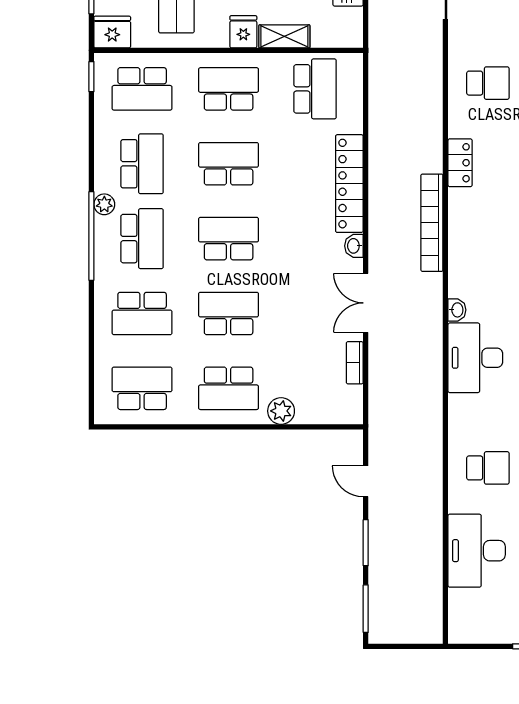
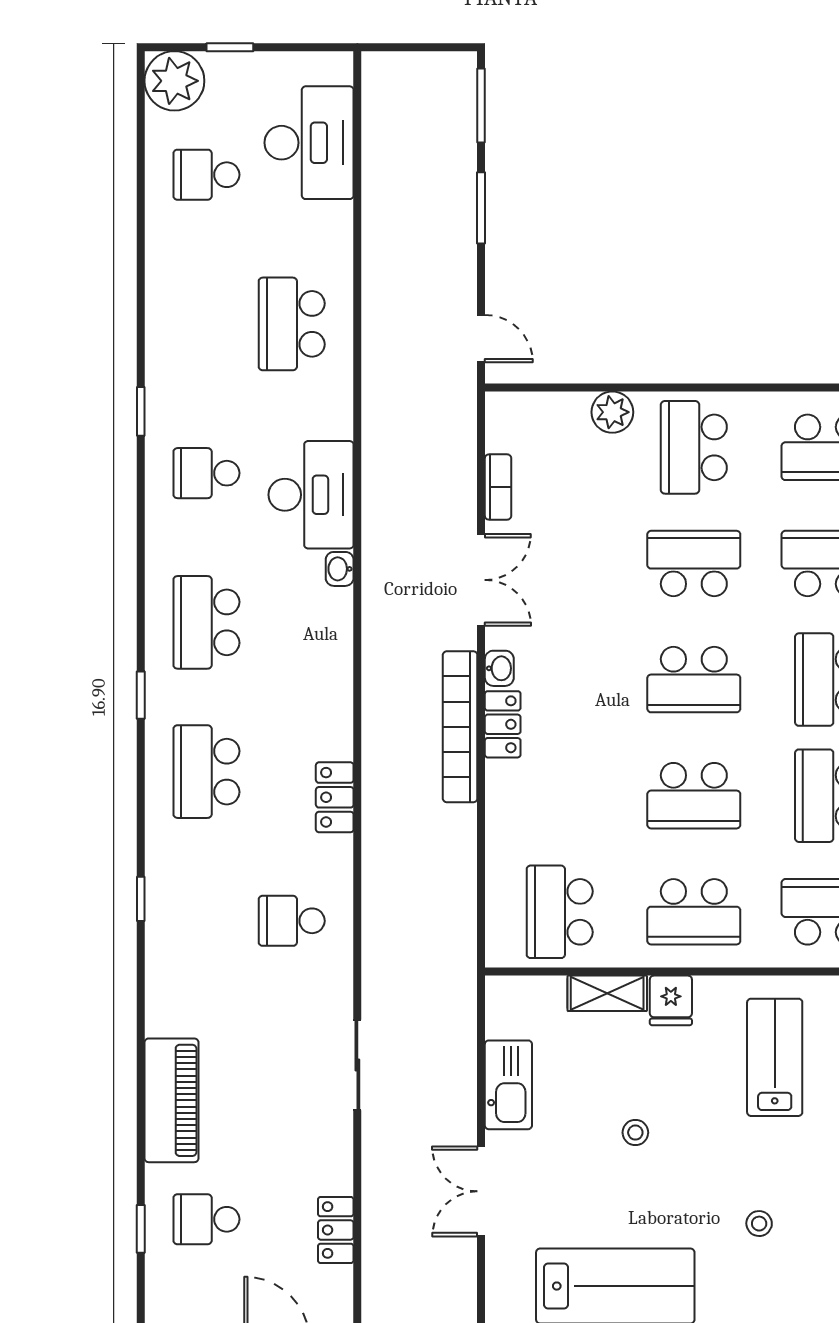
locker: (349, 184) -> (503, 724), width x0.46, depth x0.83
bookcase: (432, 223) -> (460, 727), moved, turned 180
school desk: (229, 313) -> (694, 563), turned 180
school desk: (229, 388) -> (694, 447), turned -90
school desk: (488, 468) -> (292, 324), width x1.85
door: (366, 481) -> (481, 339), moved
desk: (477, 551) -> (309, 143), moved

